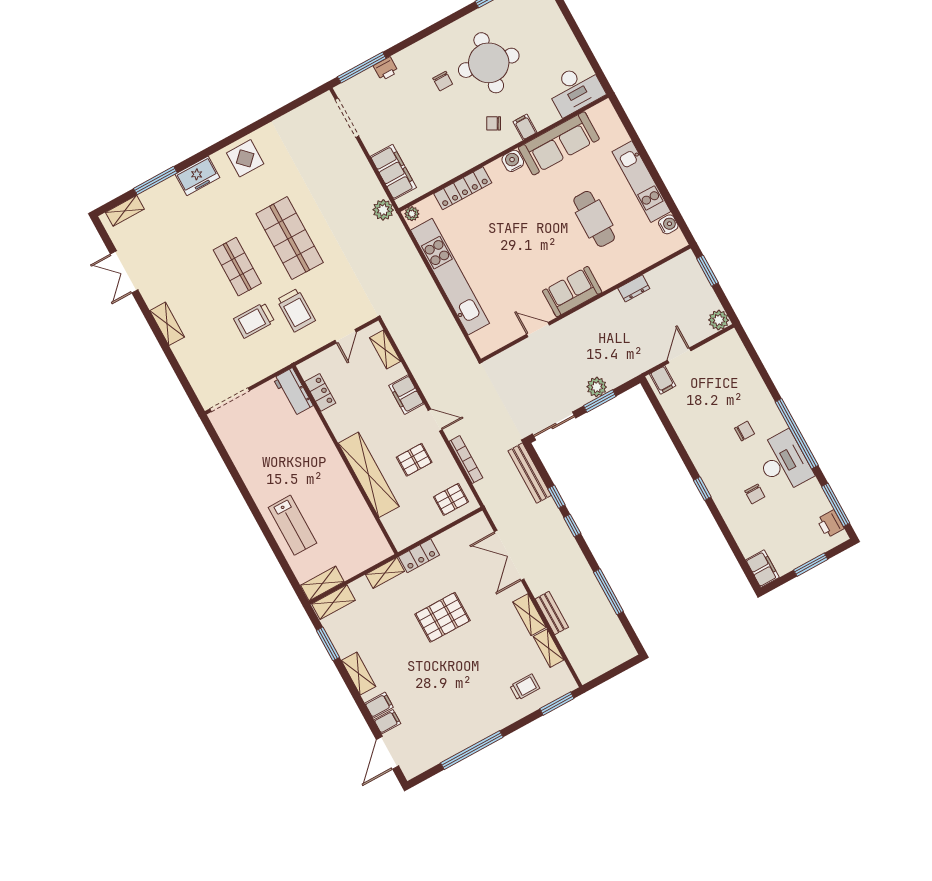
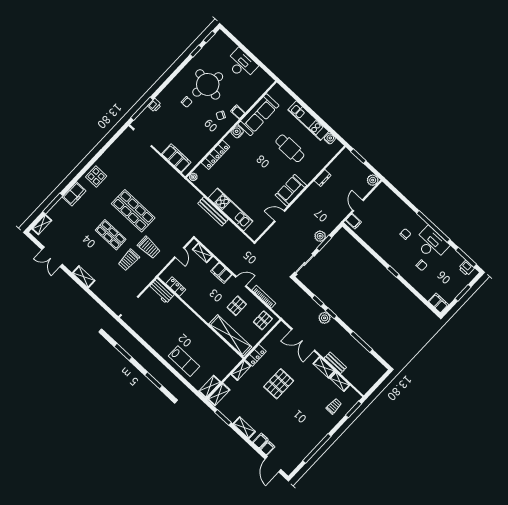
desk: (575, 89) -> (241, 64), moved, turned -90
plant: (383, 210) -> (325, 318), moved
kitchen unit: (450, 277) -> (231, 210), width x0.73
bench: (530, 473) -> (213, 211), moved
shelving: (369, 475) -> (230, 335), moved

